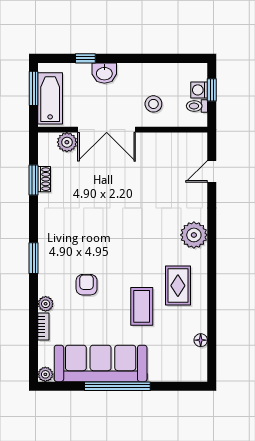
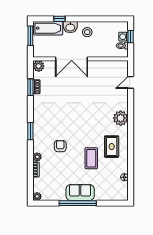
bathtub: (50, 98) -> (48, 28), moved, turned 90
stool: (153, 104) -> (87, 32), moved
plant: (67, 142) -> (39, 66), moved
sofa: (101, 363) -> (80, 193), width x0.54, depth x0.79

